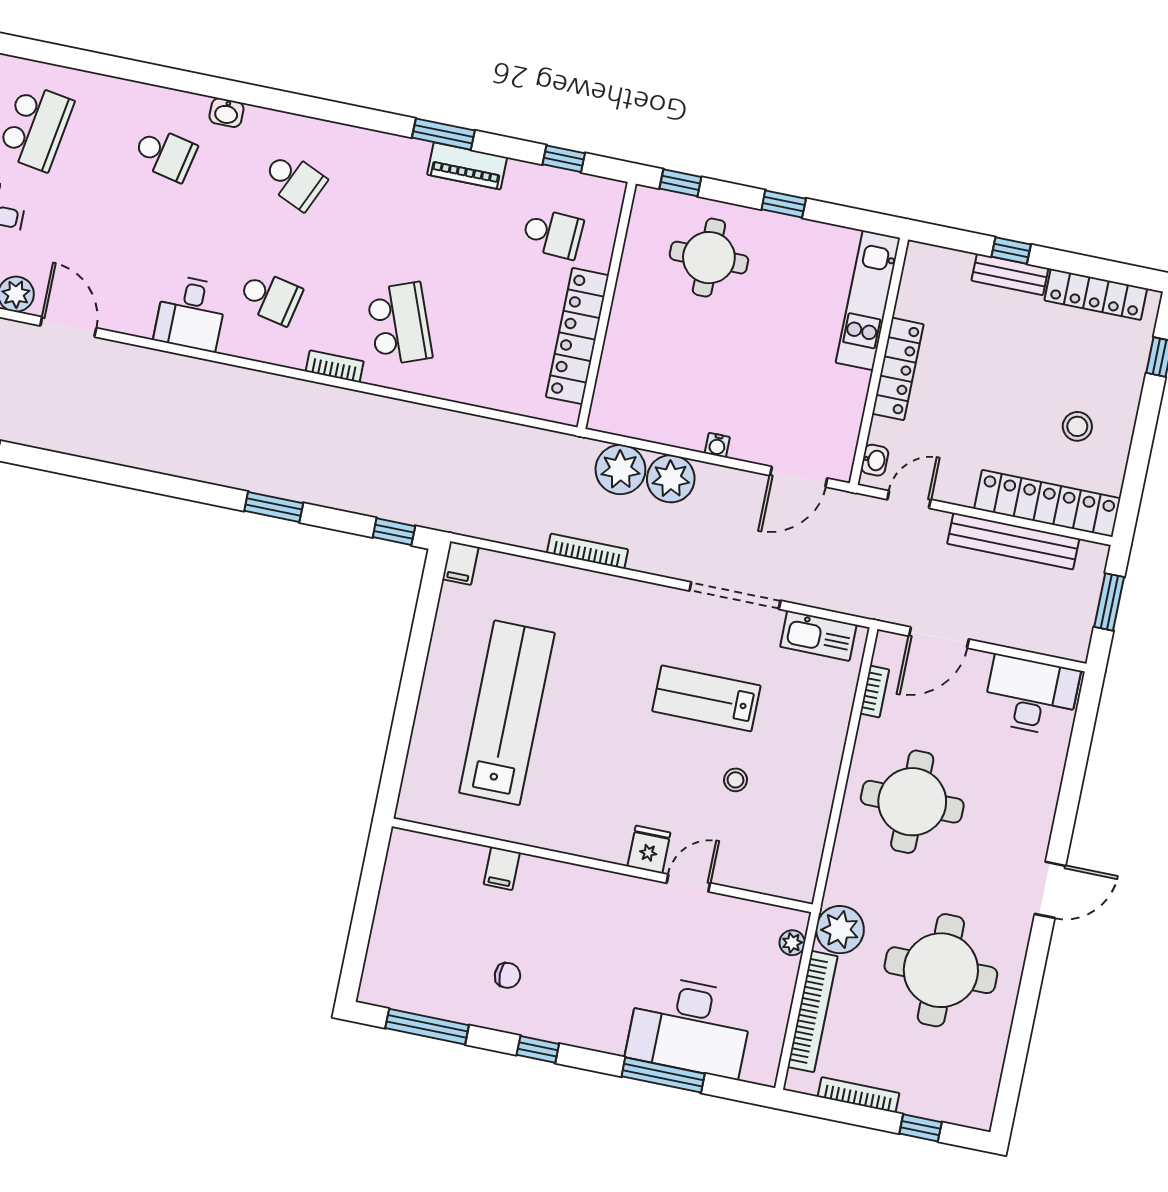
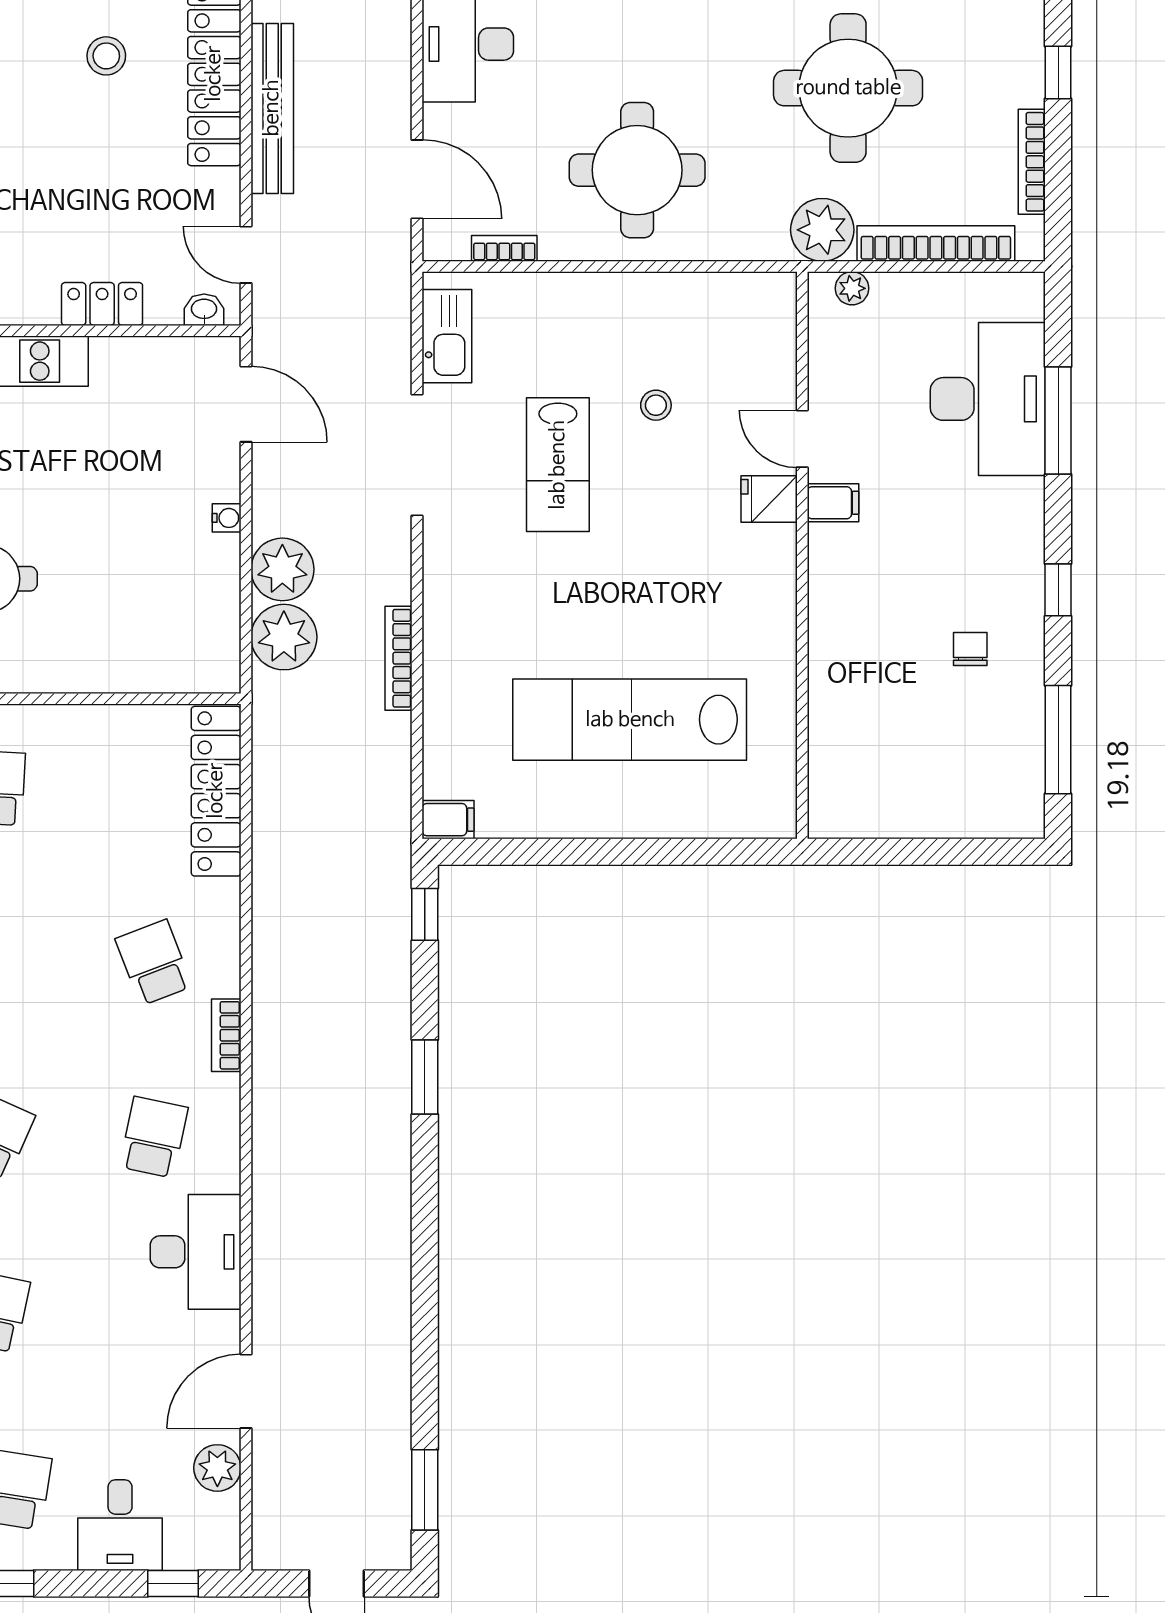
desk: (191, 313) -> (196, 1252), width x1.37
school desk: (399, 324) -> (154, 963), width x0.54
locker: (577, 336) -> (216, 791), moved, turned 90
locker: (898, 369) -> (102, 304), width x0.66
filing cabinet: (502, 868) -> (833, 503), moved

